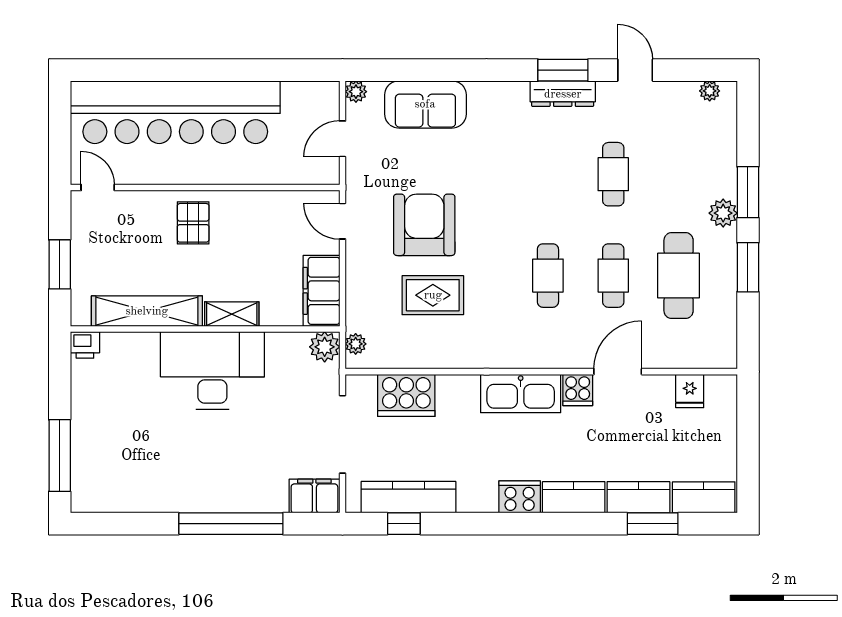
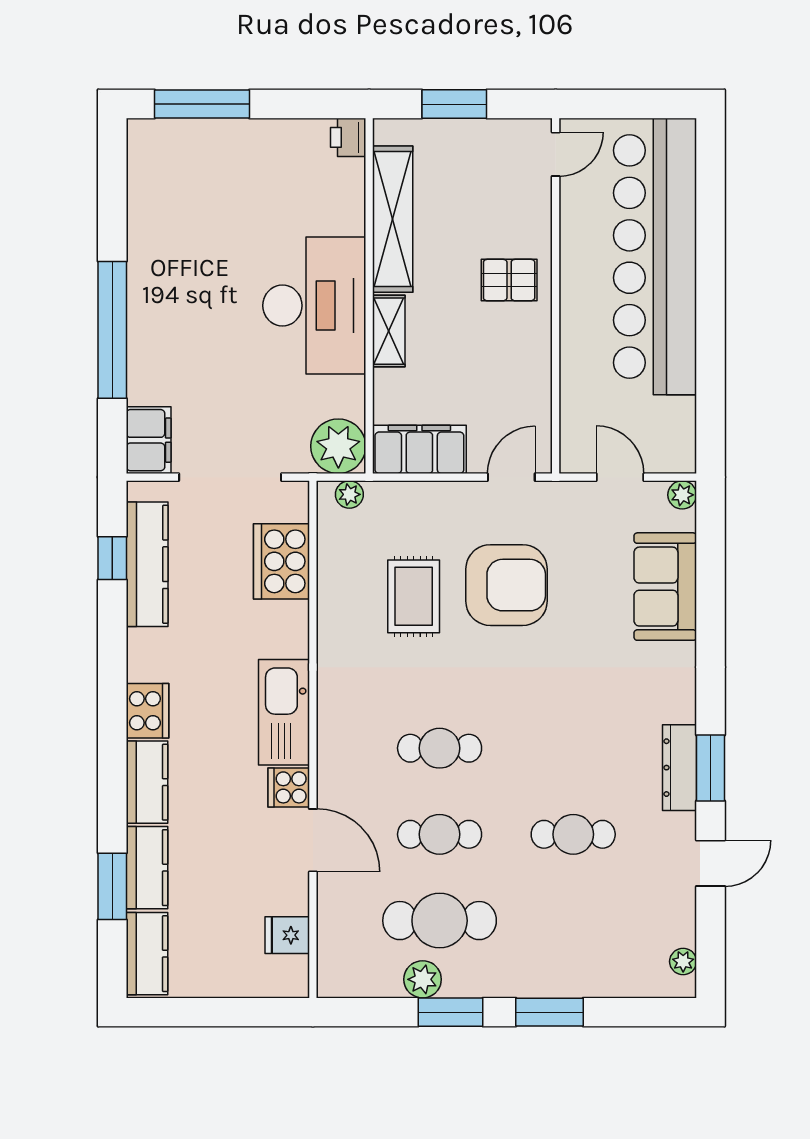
plant: (723, 213) -> (423, 979), moved
plant: (325, 347) -> (338, 446), width x1.36, depth x1.36

